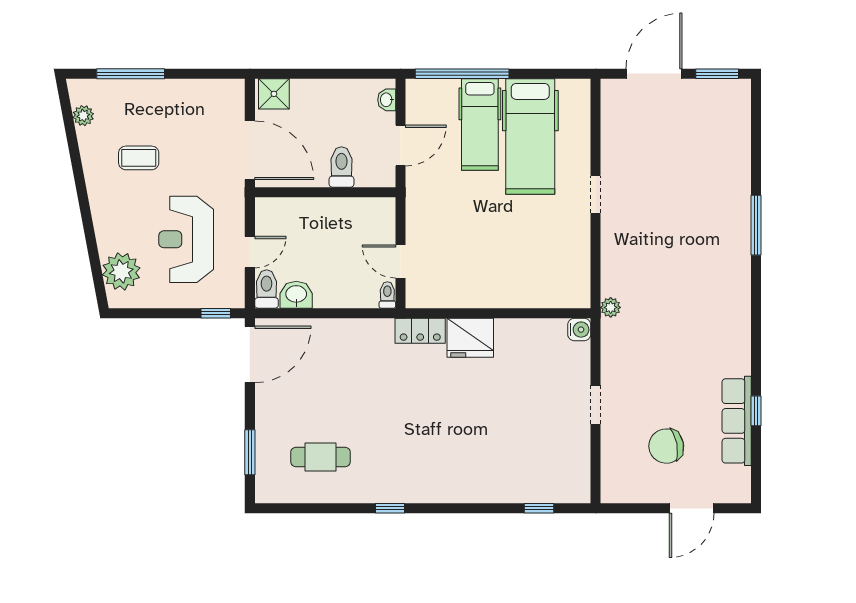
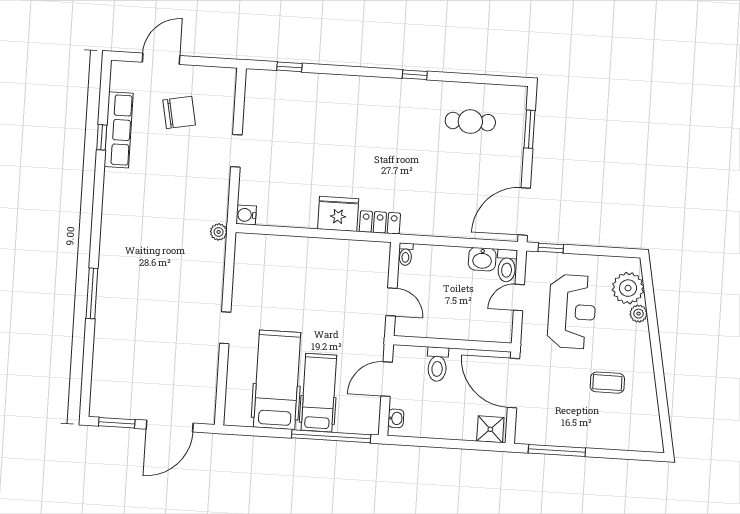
window: (131, 74) -> (557, 450), moved
plant: (83, 116) -> (639, 314), moved
door: (400, 262) -> (391, 302), moved

